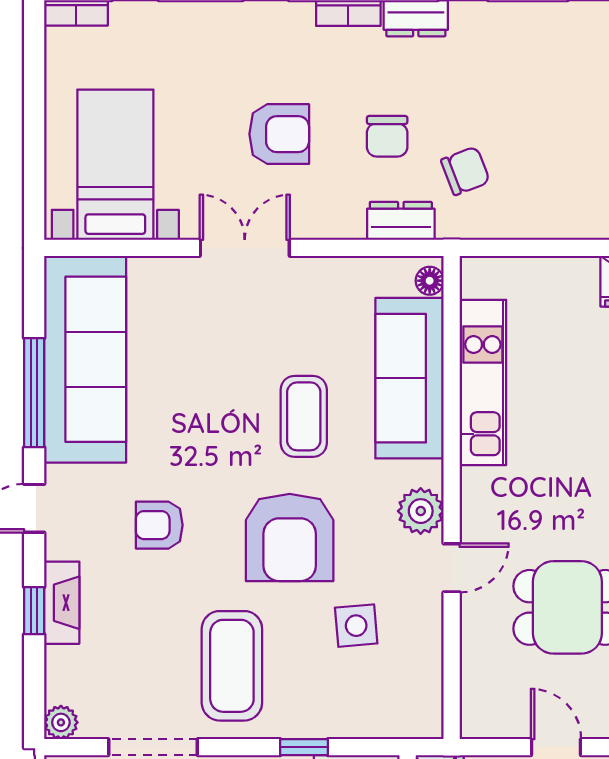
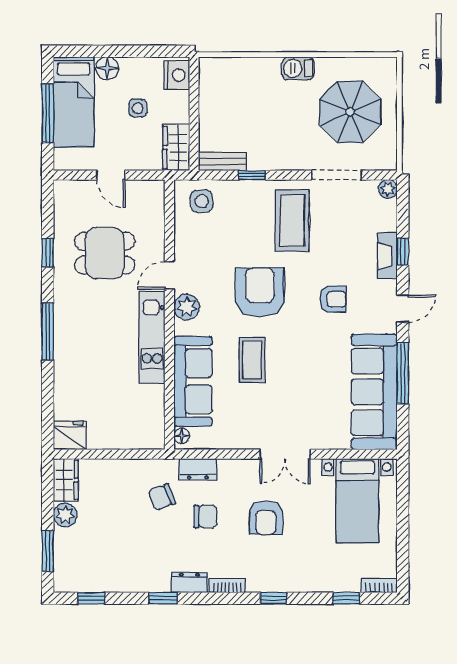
armchair: (279, 134) -> (266, 518), turned -90
chair: (387, 136) -> (205, 517), turned 90
kitchen unit: (483, 382) -> (152, 337), moved
side table: (356, 626) -> (202, 201), moved

